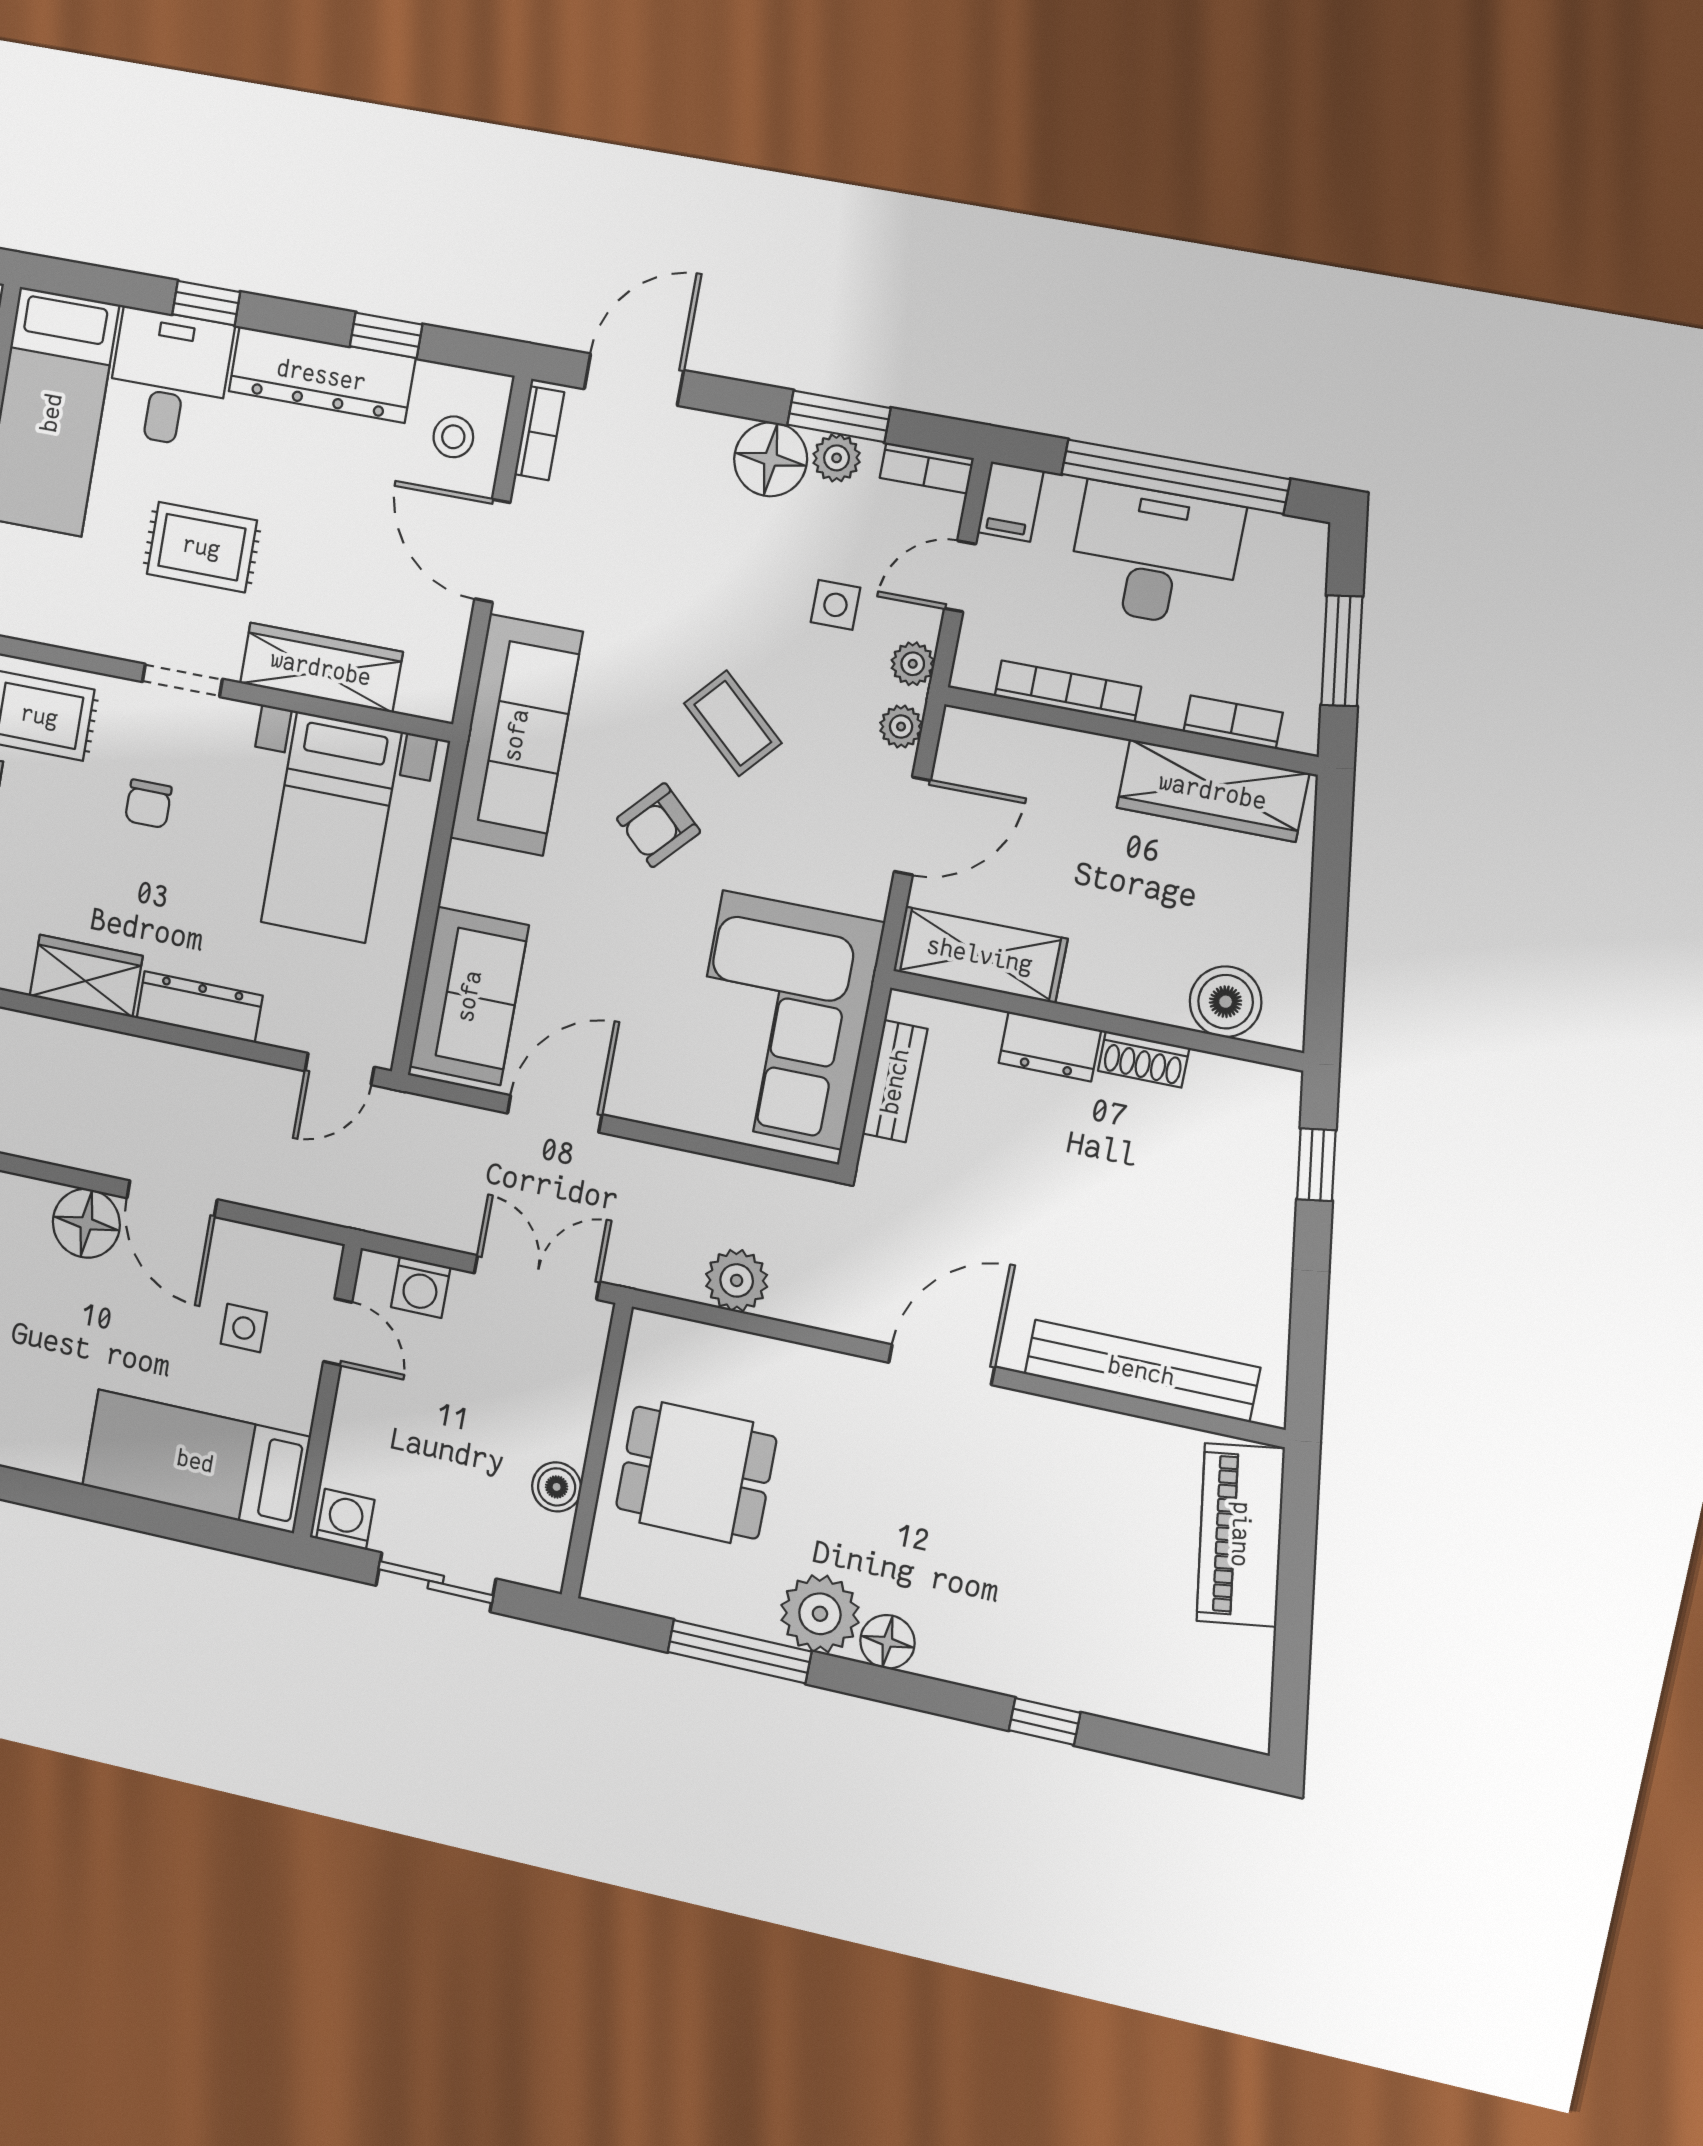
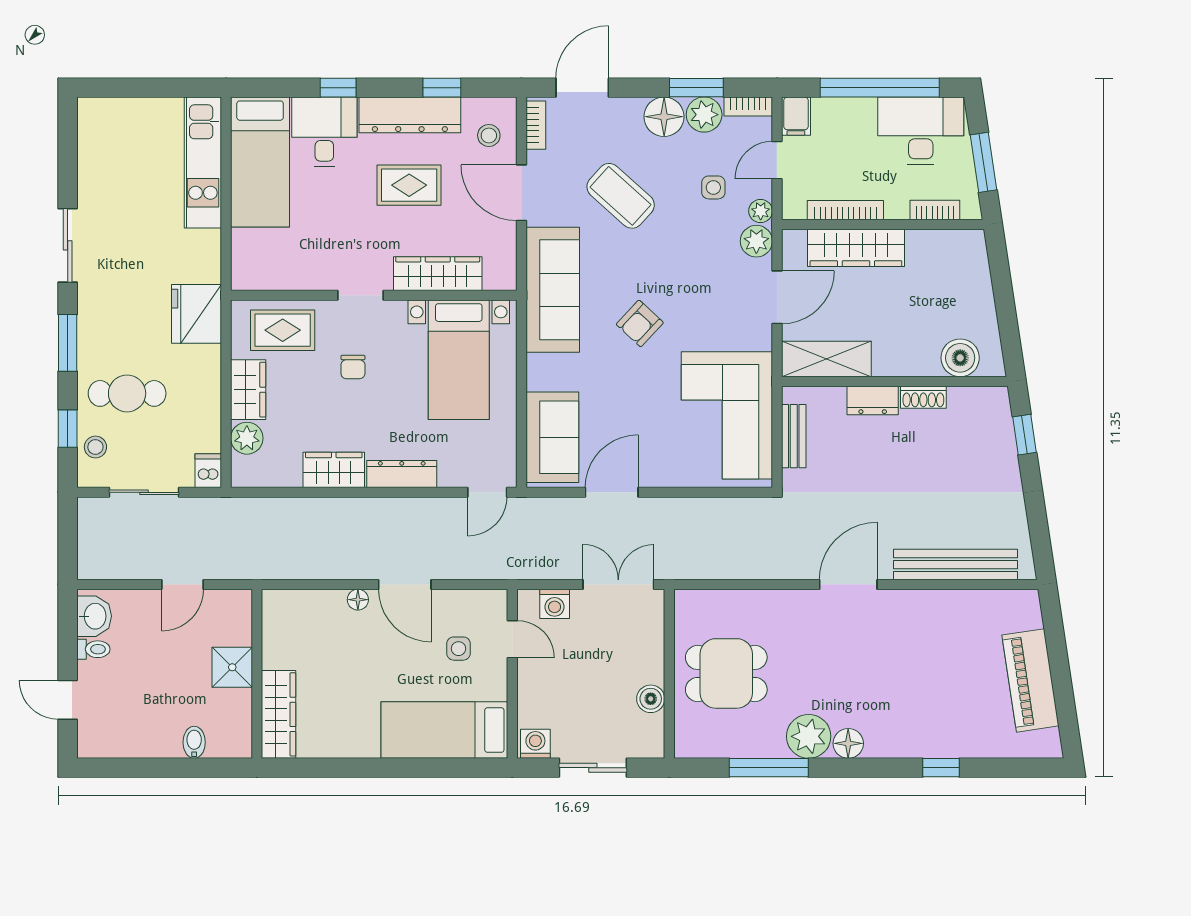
plant: (837, 458) -> (704, 115), width x1.38, depth x1.38
rug: (202, 547) -> (409, 185), moved
desk: (1155, 556) -> (921, 131), moved
coffee table: (733, 723) -> (621, 196), moved, width x1.36, depth x1.30
plant: (901, 727) -> (756, 241), width x1.38, depth x1.38
wardrobe: (1213, 791) -> (856, 248), moved
floor lamp: (86, 1223) -> (358, 600), width x0.53, depth x0.53
plant: (737, 1280) -> (729, 563), removed
piano: (1241, 1535) -> (1031, 680), moved

